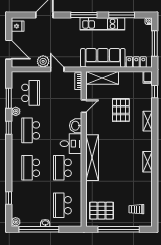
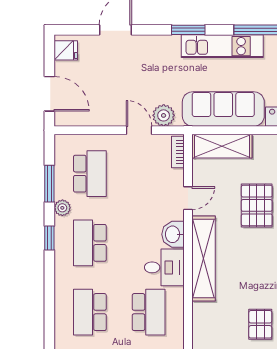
window: (84, 15) -> (188, 30), width x0.69
plant: (43, 61) -> (164, 115), moved
shelving: (92, 158) -> (203, 259), moved
school desk: (62, 168) -> (149, 312), turned 180
pallet: (123, 174) -> (260, 324), added

